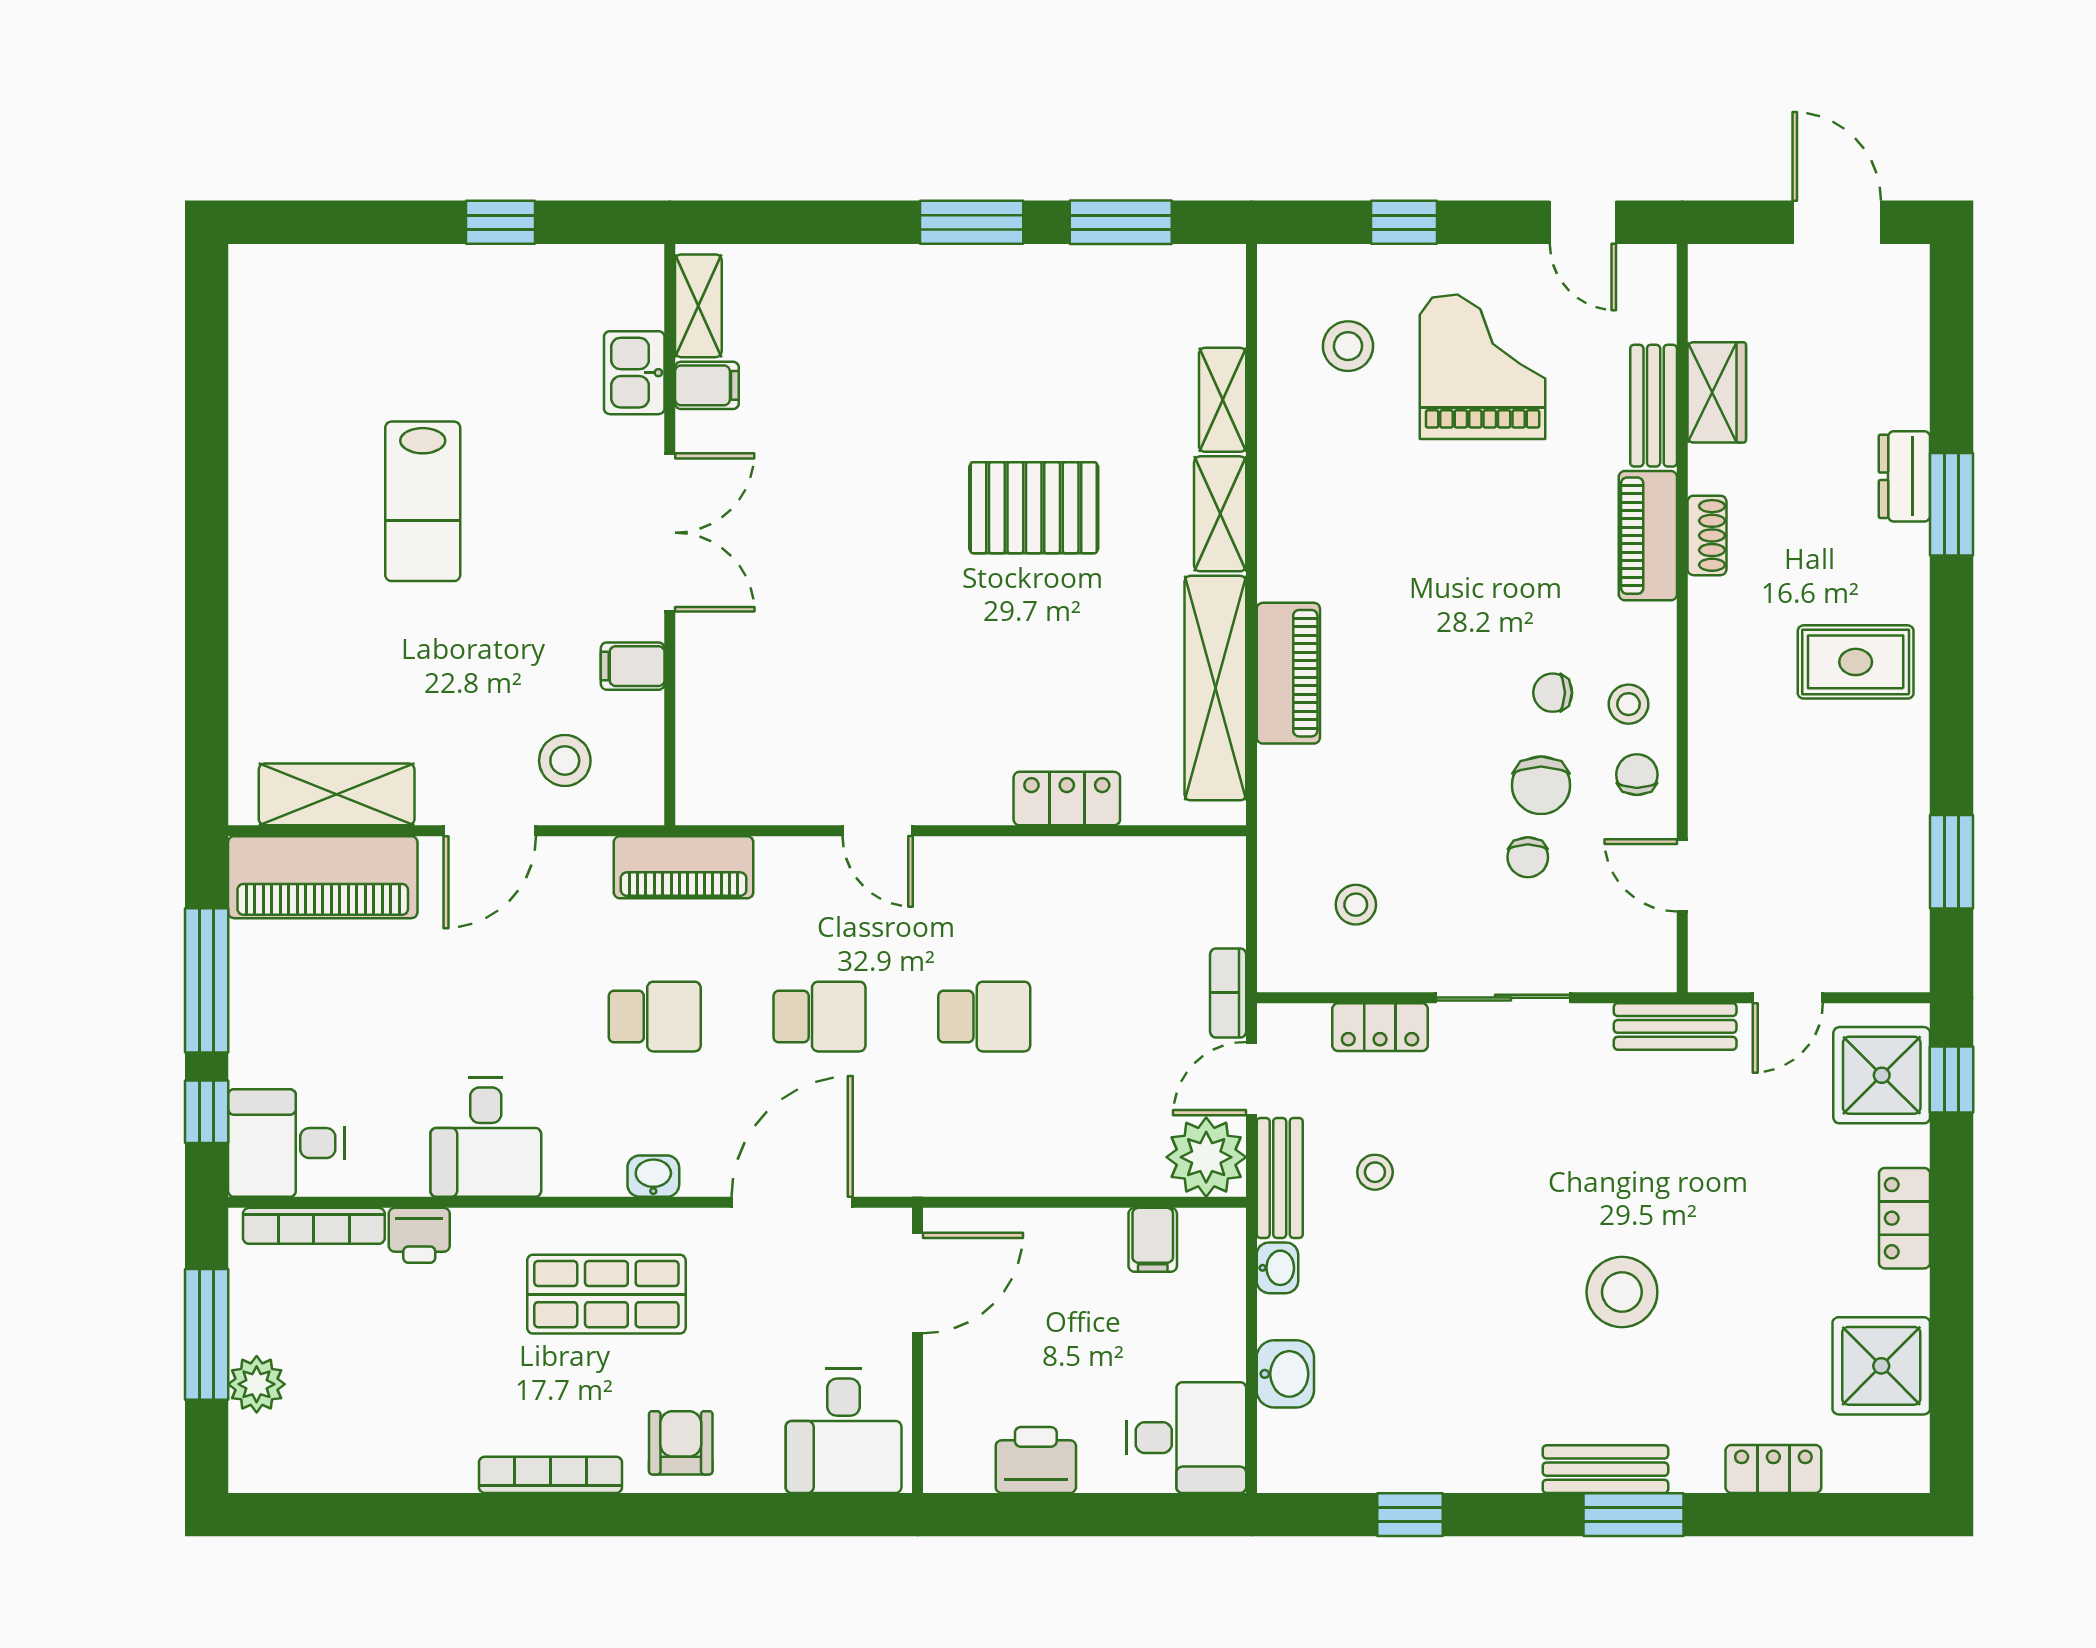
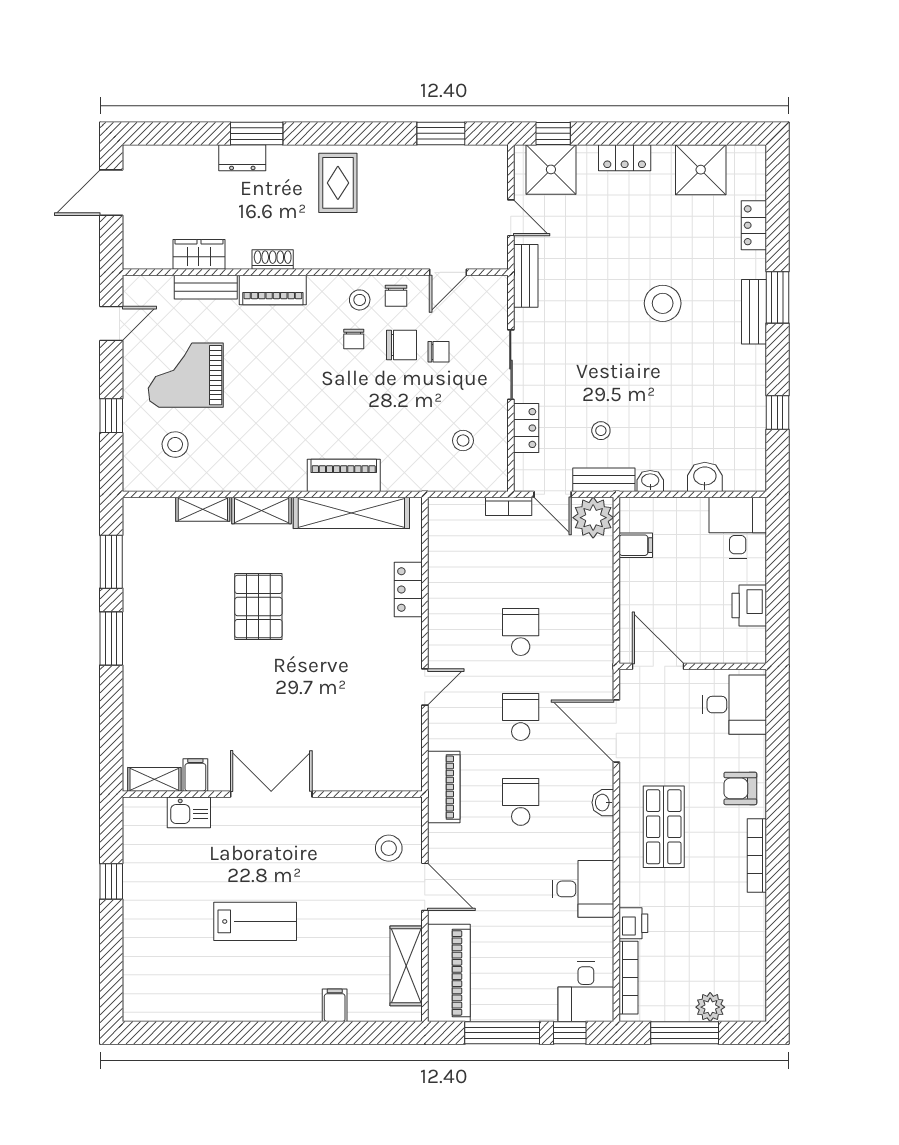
filing cabinet: (633, 666) -> (335, 1005), moved, turned 180
chair: (1637, 775) -> (396, 296), turned -90

